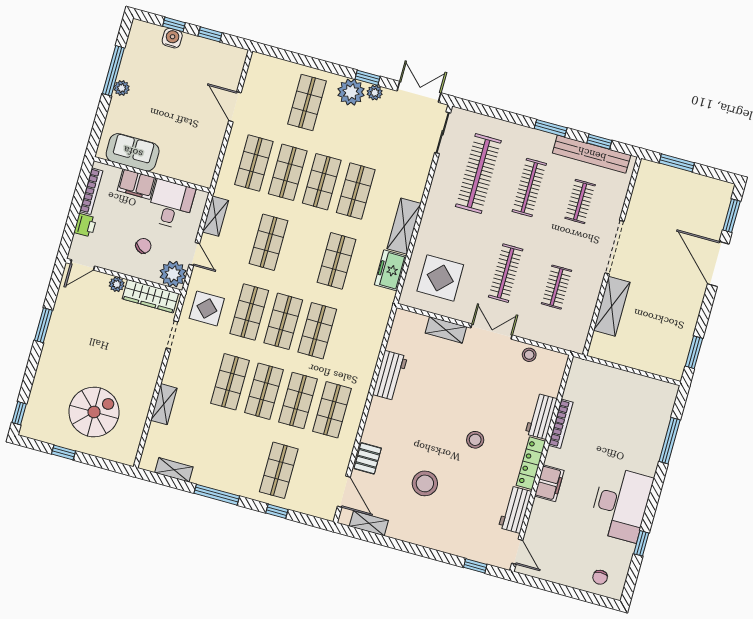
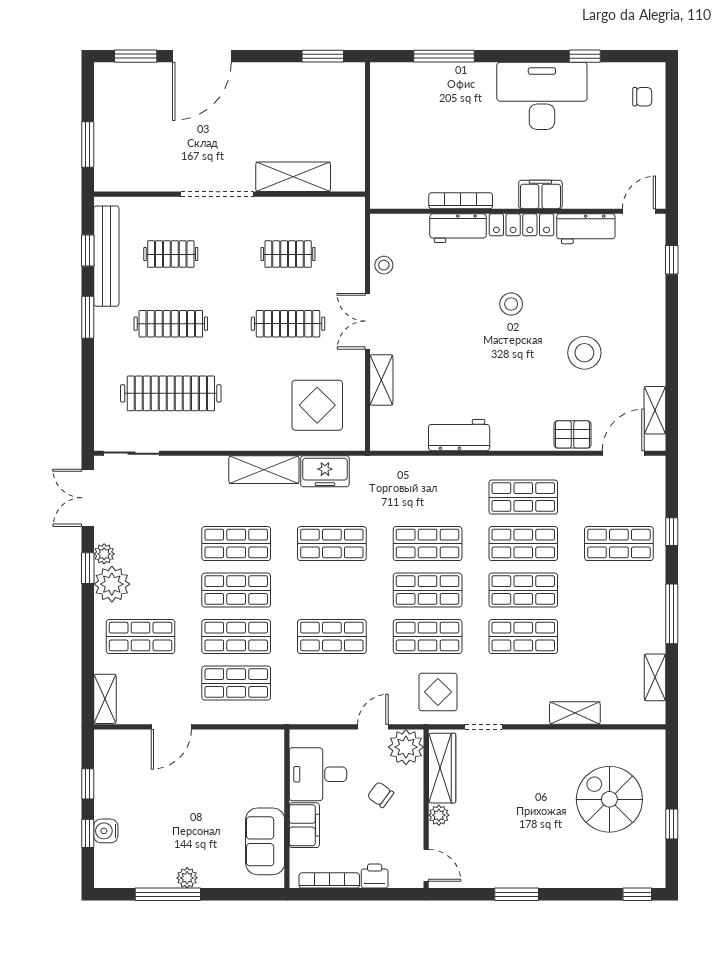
shelving: (215, 216) -> (105, 699), moved, turned 90

